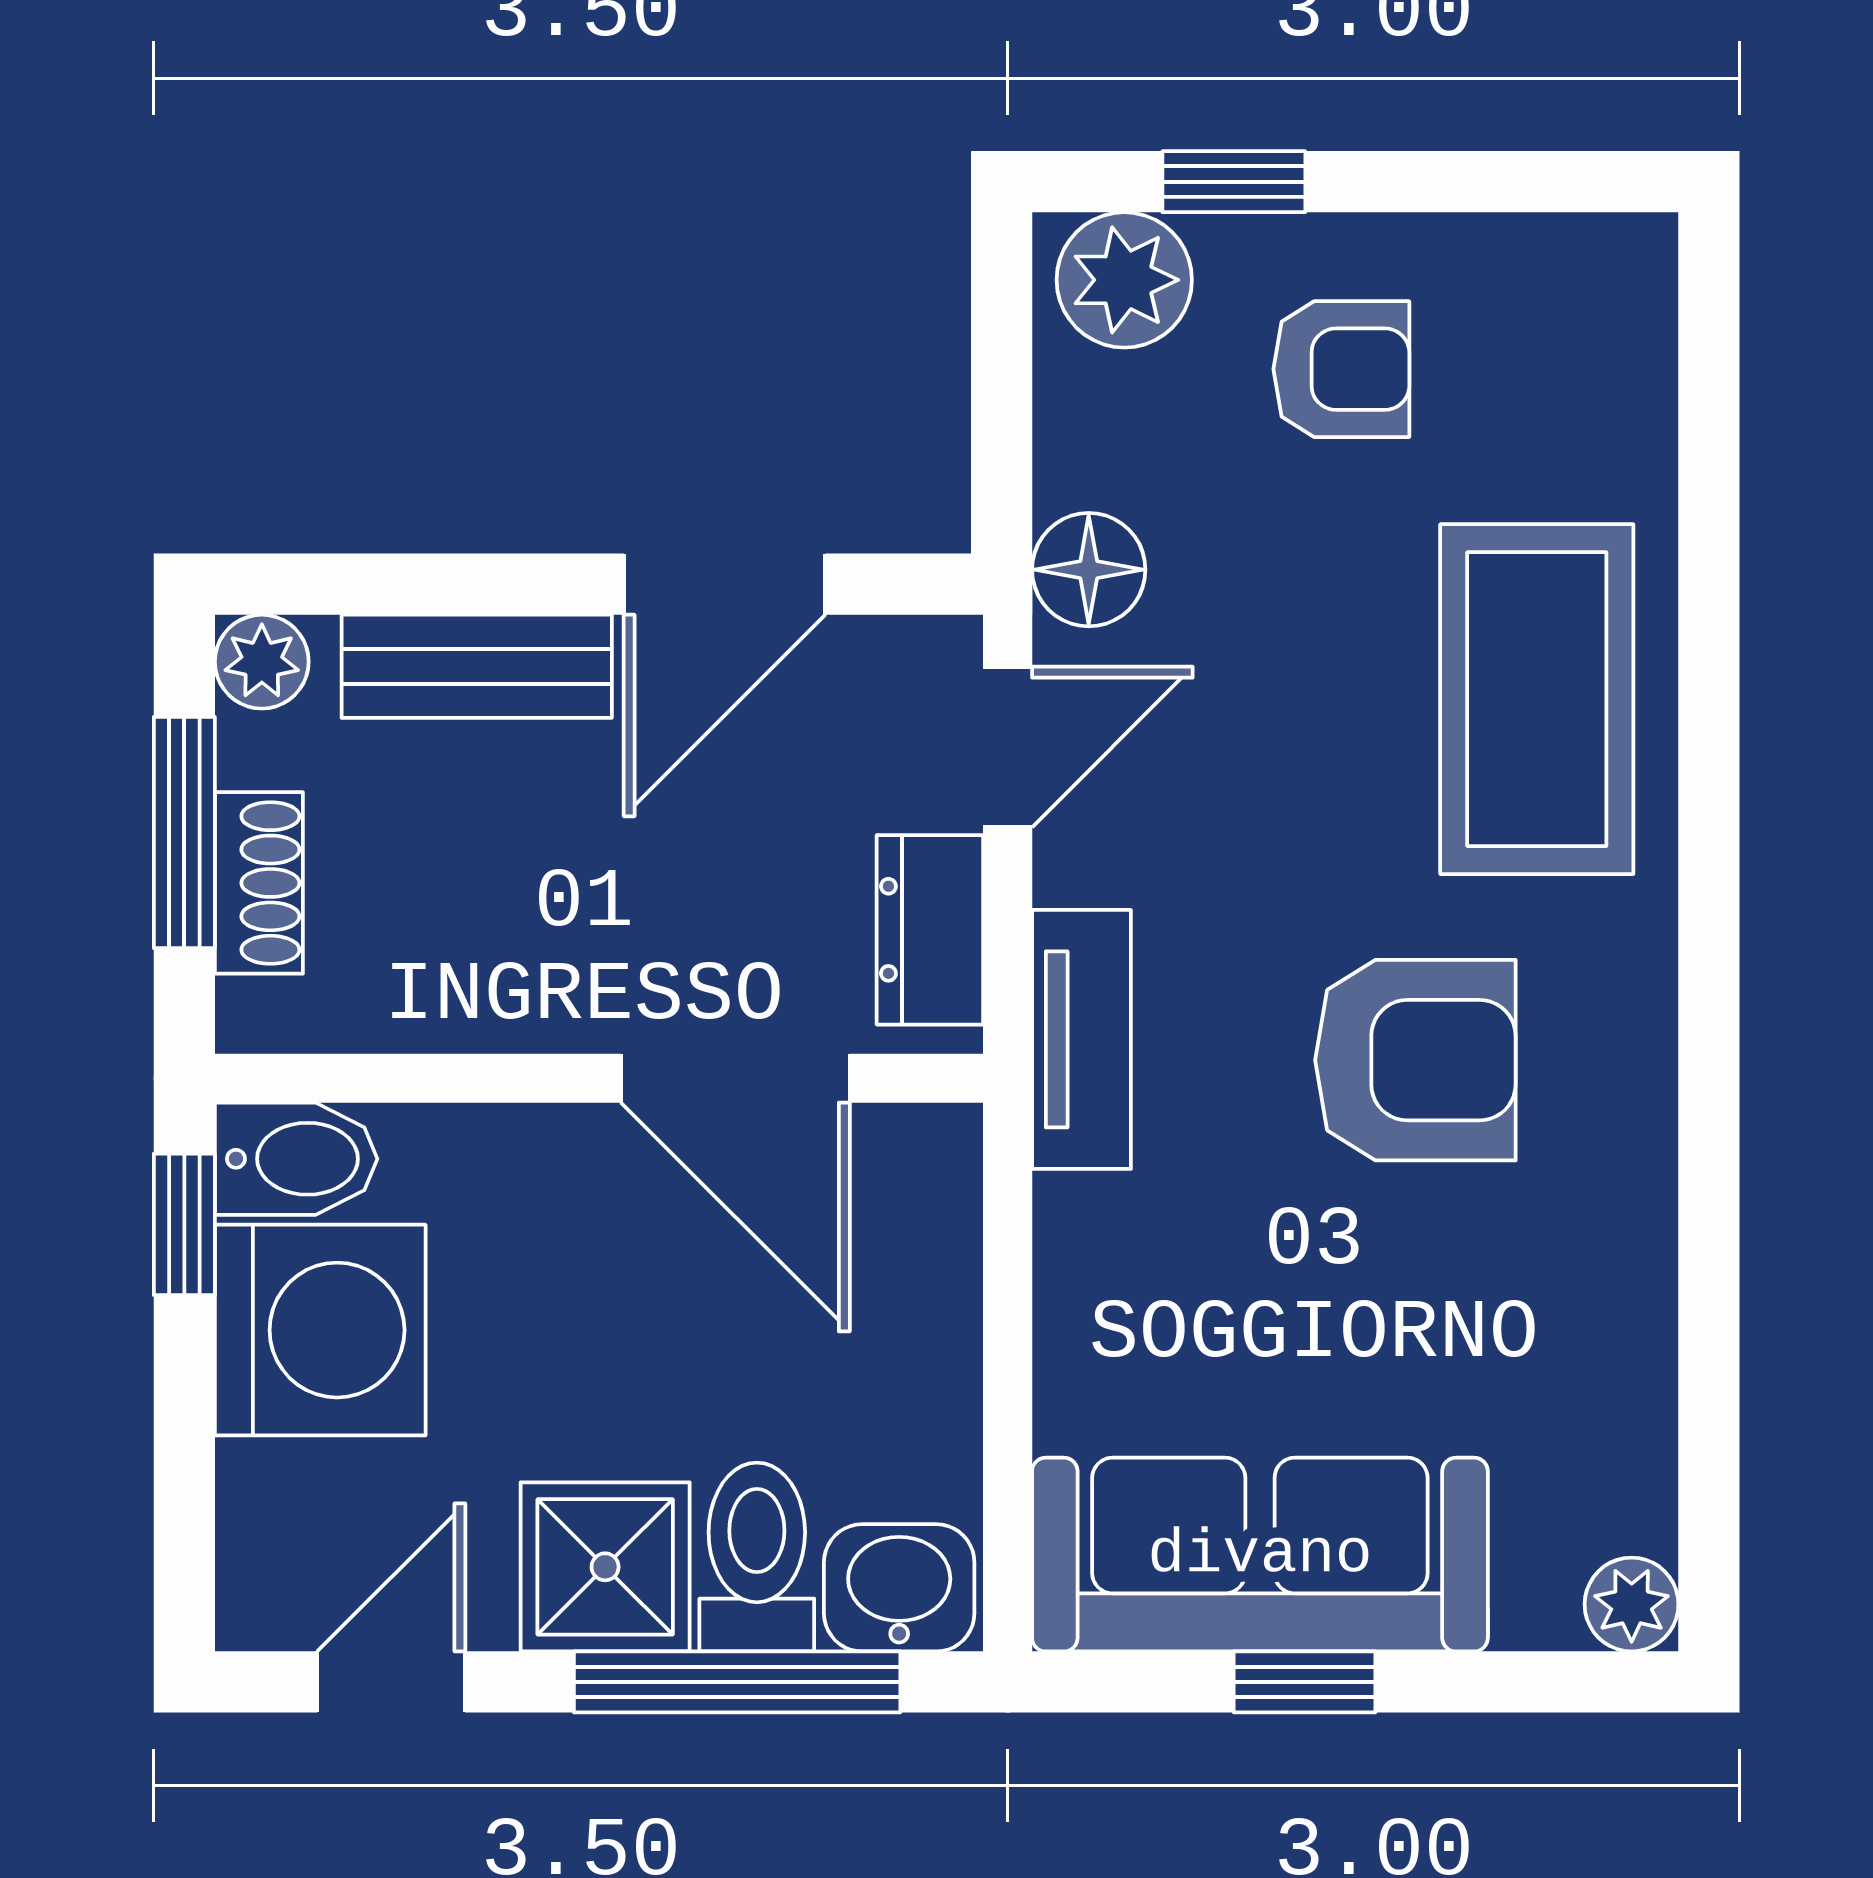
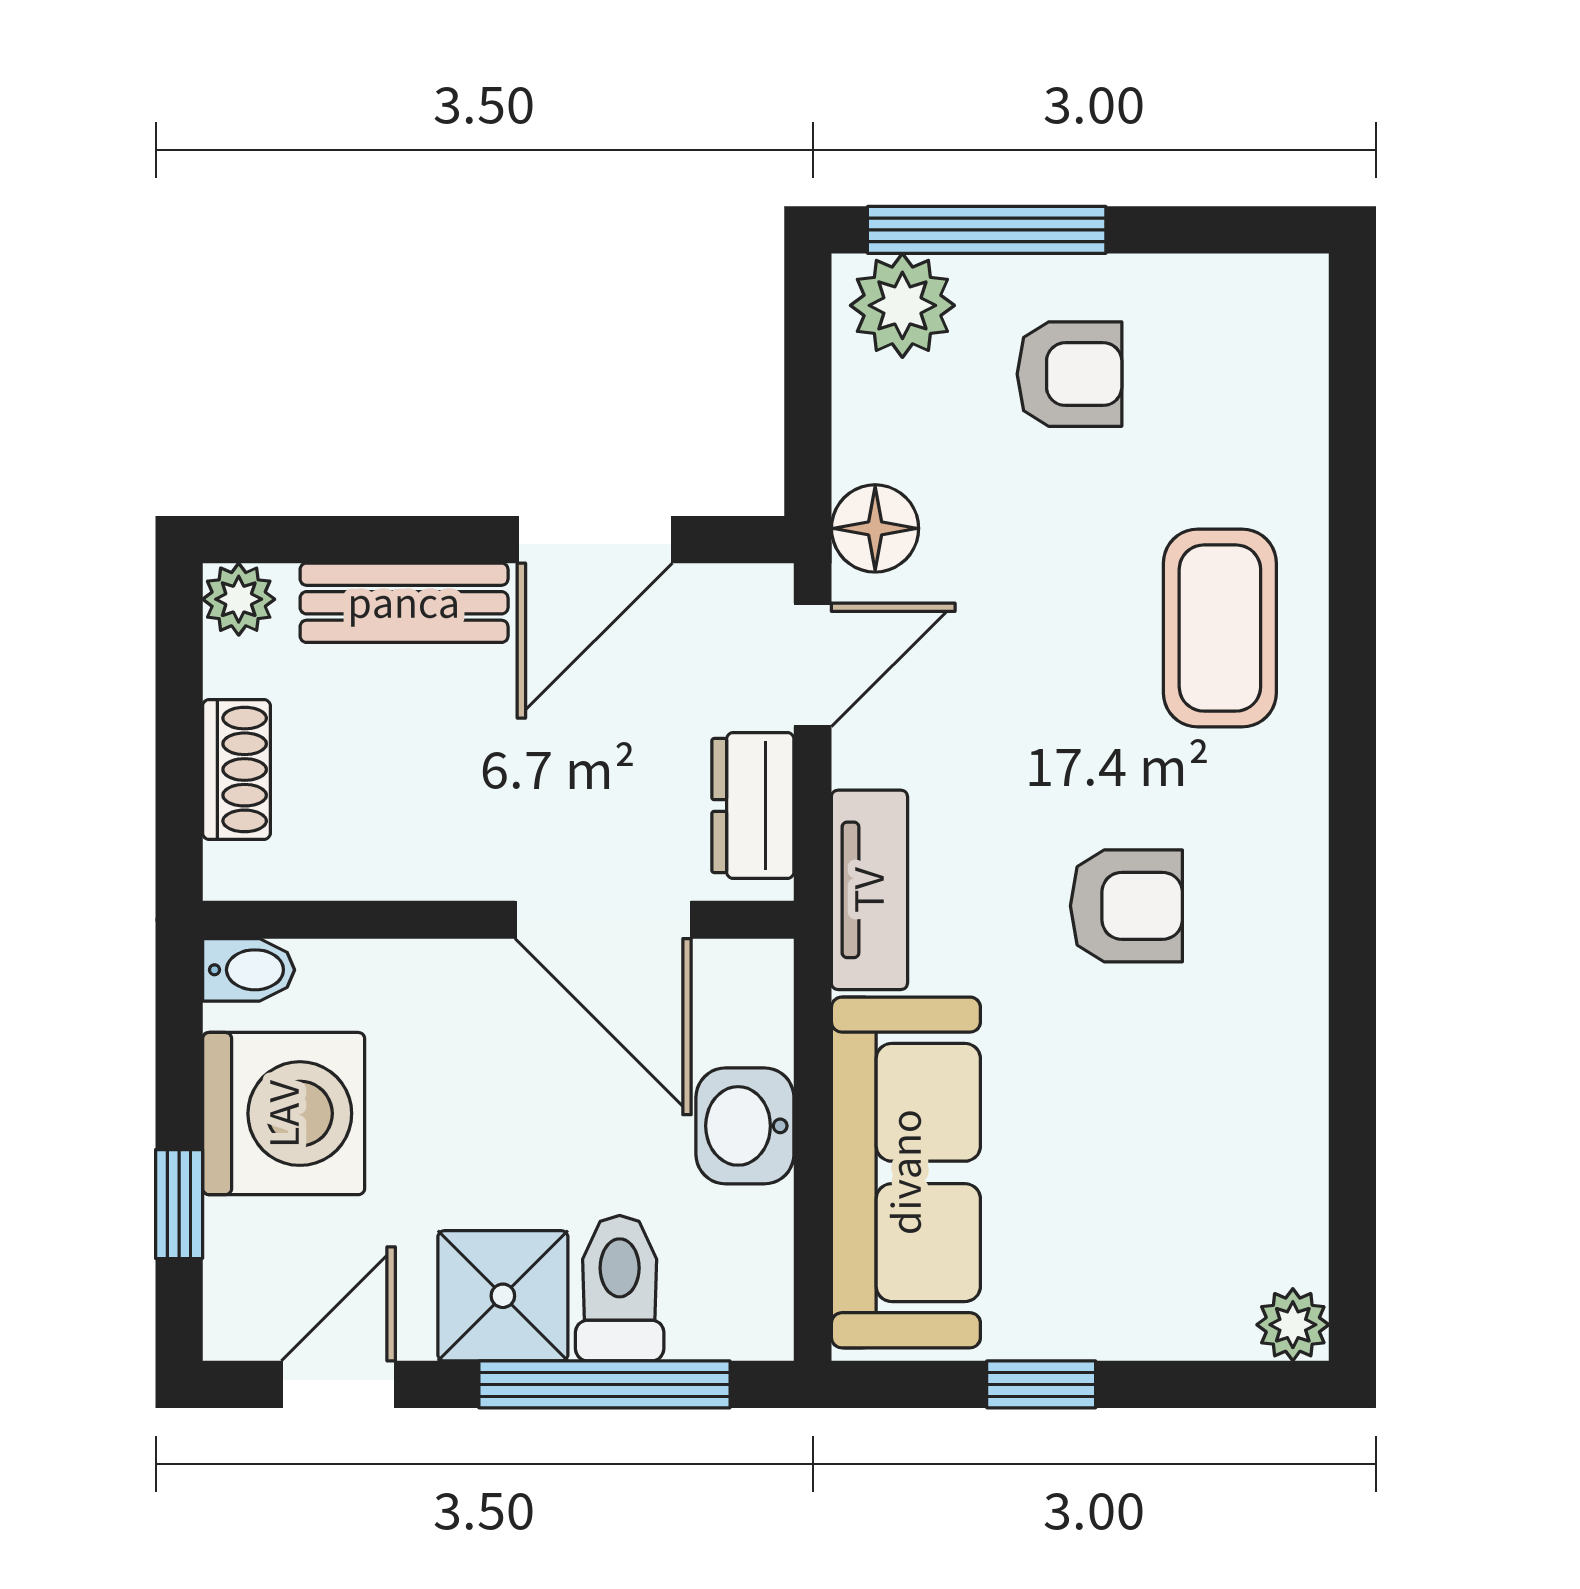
window: (1234, 182) -> (987, 230), width x2.17
coffee table: (1537, 699) -> (1220, 628), width x0.73, depth x0.76
window: (184, 832) -> (179, 731), removed
armchair: (1415, 1060) -> (1126, 906), width x0.72, depth x0.72
bidet: (296, 1159) -> (249, 970), width x0.72, depth x0.74
window: (184, 1224) -> (179, 1204), moved
sofa: (1260, 1555) -> (906, 1172), moved, turned 90
washbasin: (899, 1588) -> (745, 1126), moved, turned -90

